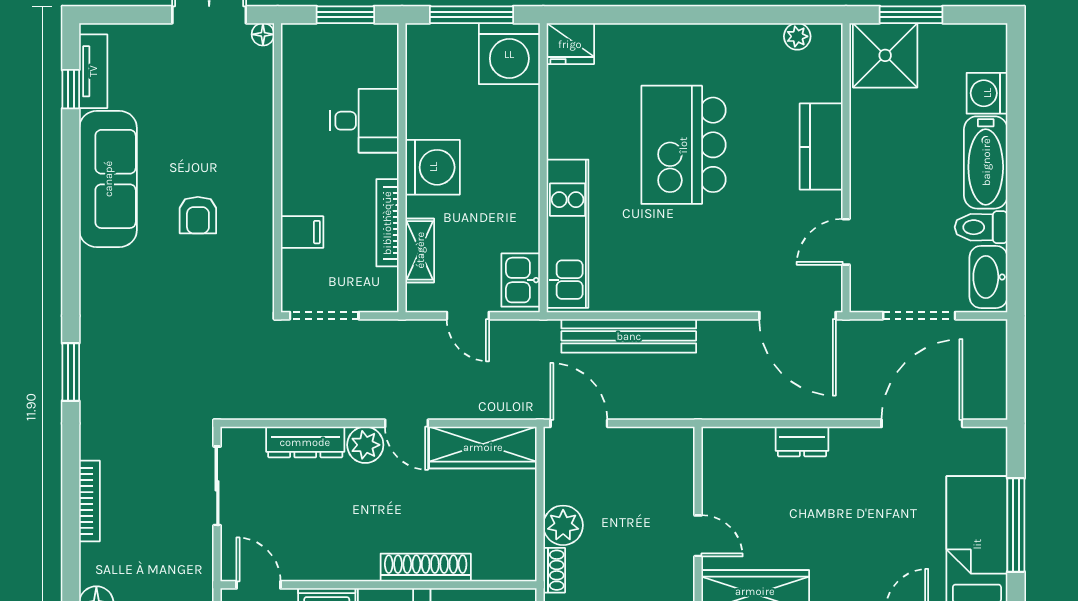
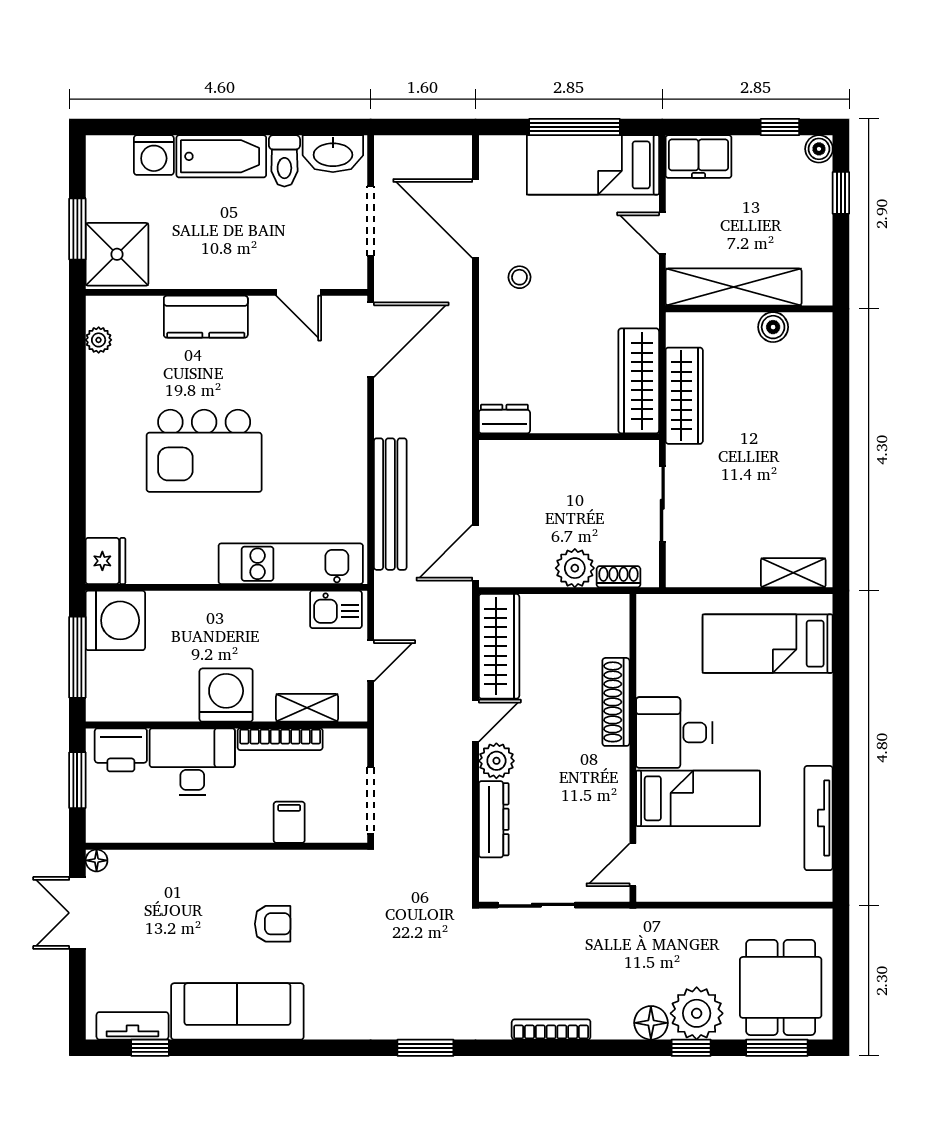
printer: (377, 59) -> (121, 750), added
desk: (364, 121) -> (192, 762), width x1.37
dresser: (802, 442) -> (504, 419), moved, turned -90
stool: (862, 469) -> (519, 277), added
door: (698, 536) -> (585, 437), removed

